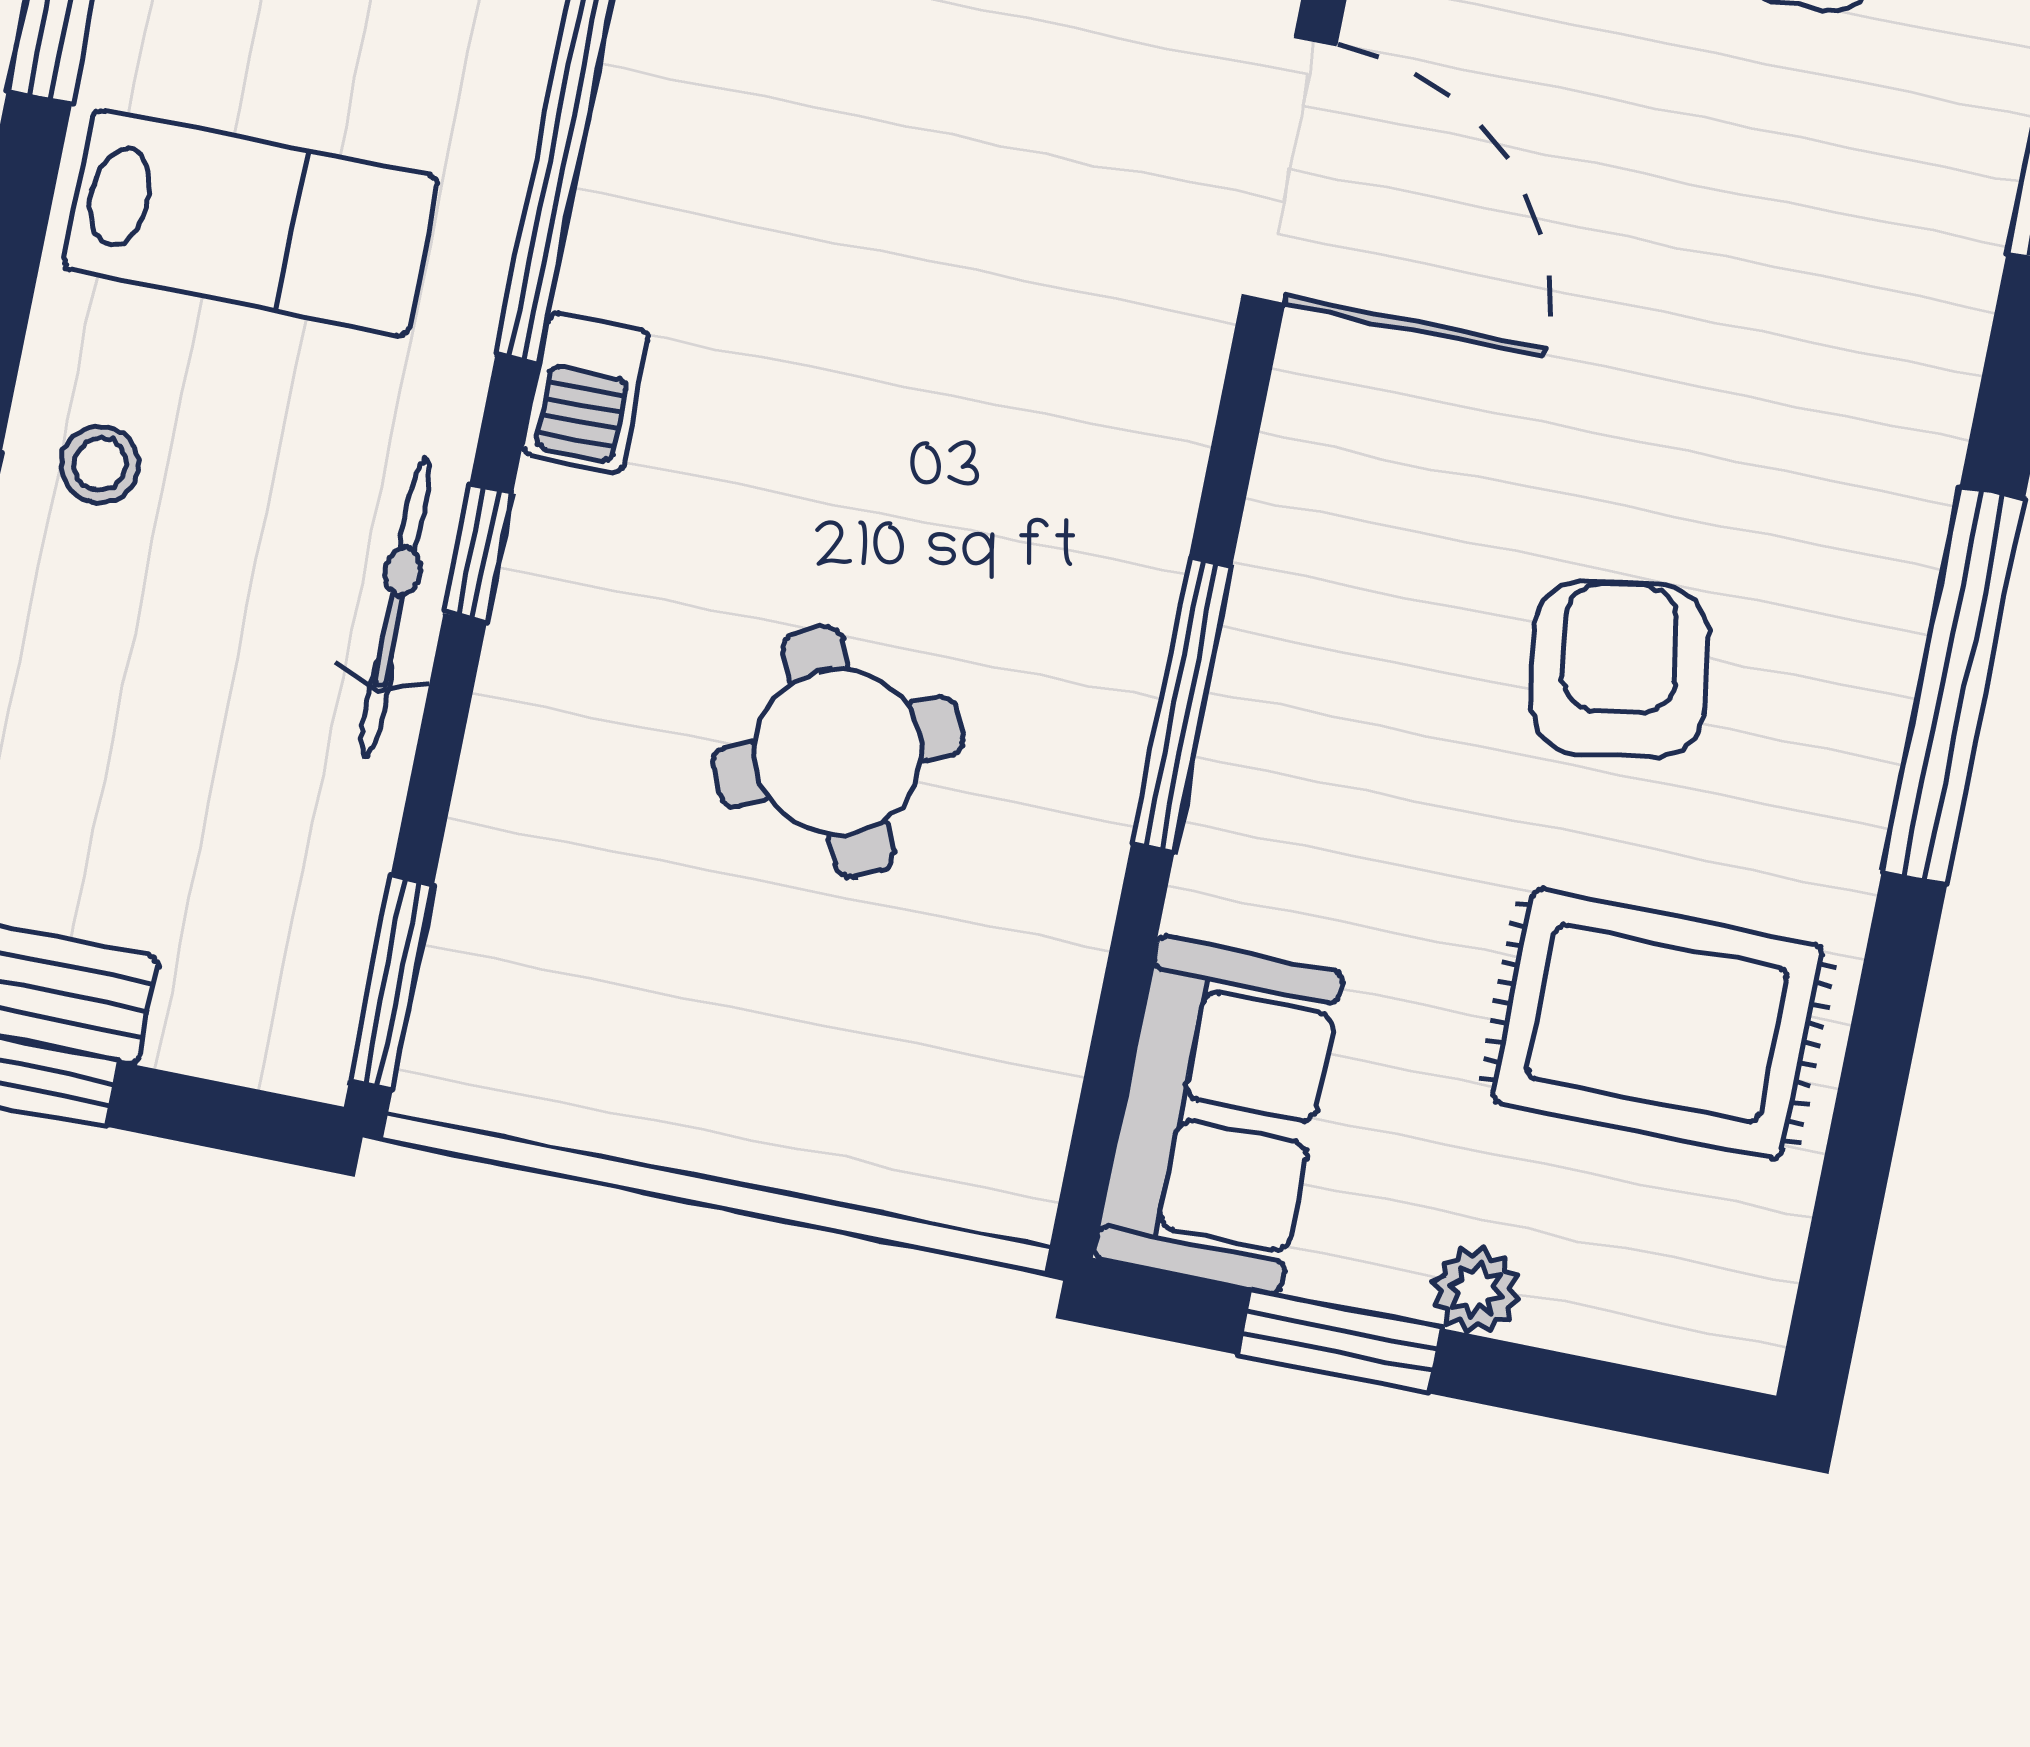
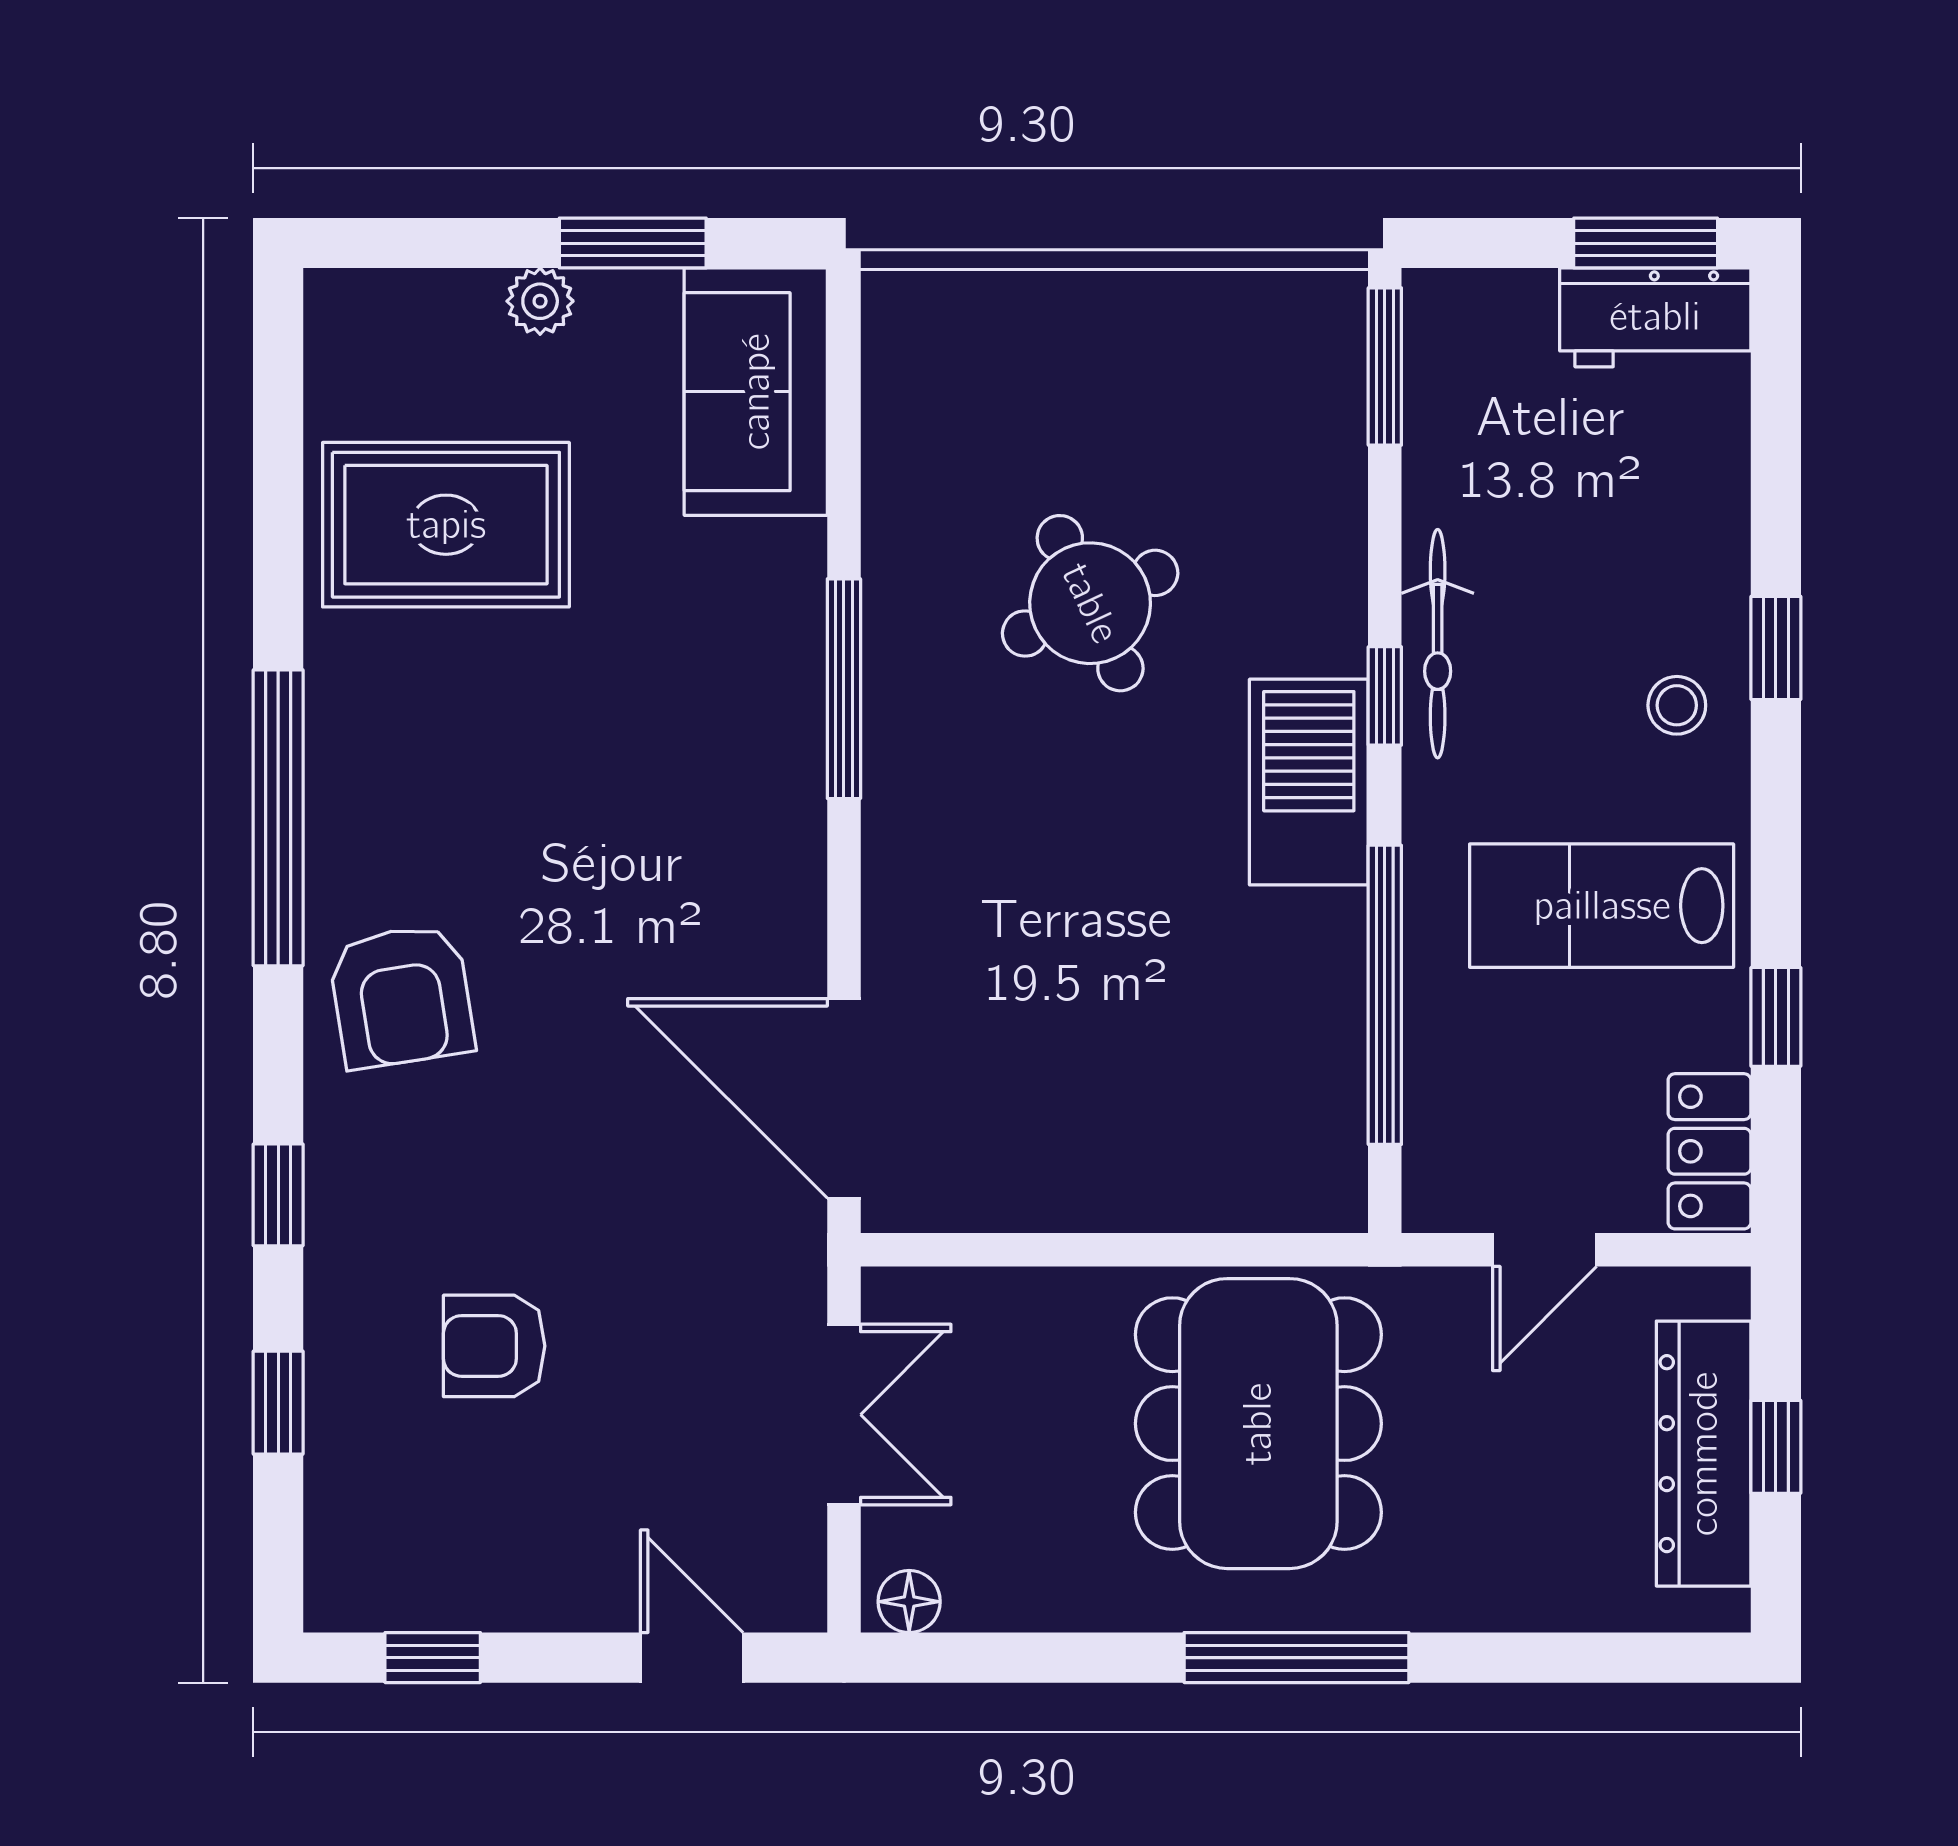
barbecue: (586, 392) -> (1309, 782), width x1.88, depth x1.53
armchair: (1619, 670) -> (401, 996), moved

